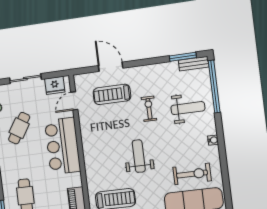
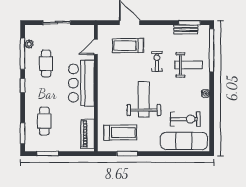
bench: (194, 64) -> (186, 29), moved
fridge: (55, 85) -> (81, 32), removed
cafe table: (19, 128) -> (46, 64), turned -32
weight bench: (139, 156) -> (144, 99), width x1.36, depth x1.33

